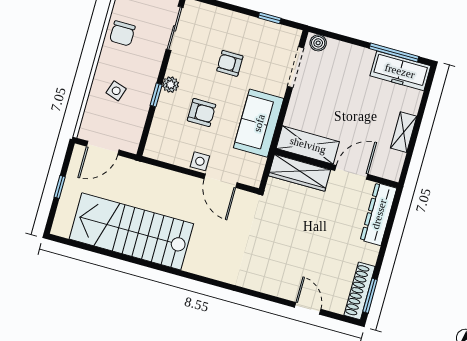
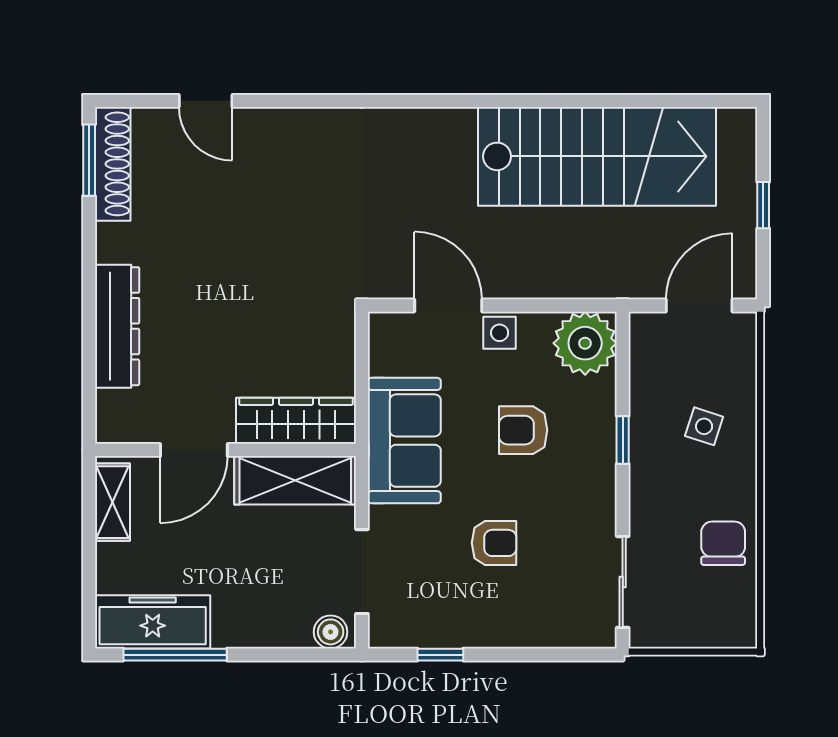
plant: (171, 85) -> (585, 343), moved, width x1.88, depth x1.88
shelving: (308, 145) -> (295, 480), moved
wall: (336, 168) -> (225, 450), moved
door: (351, 172) -> (194, 450), moved
wardrobe: (300, 173) -> (296, 421), moved

